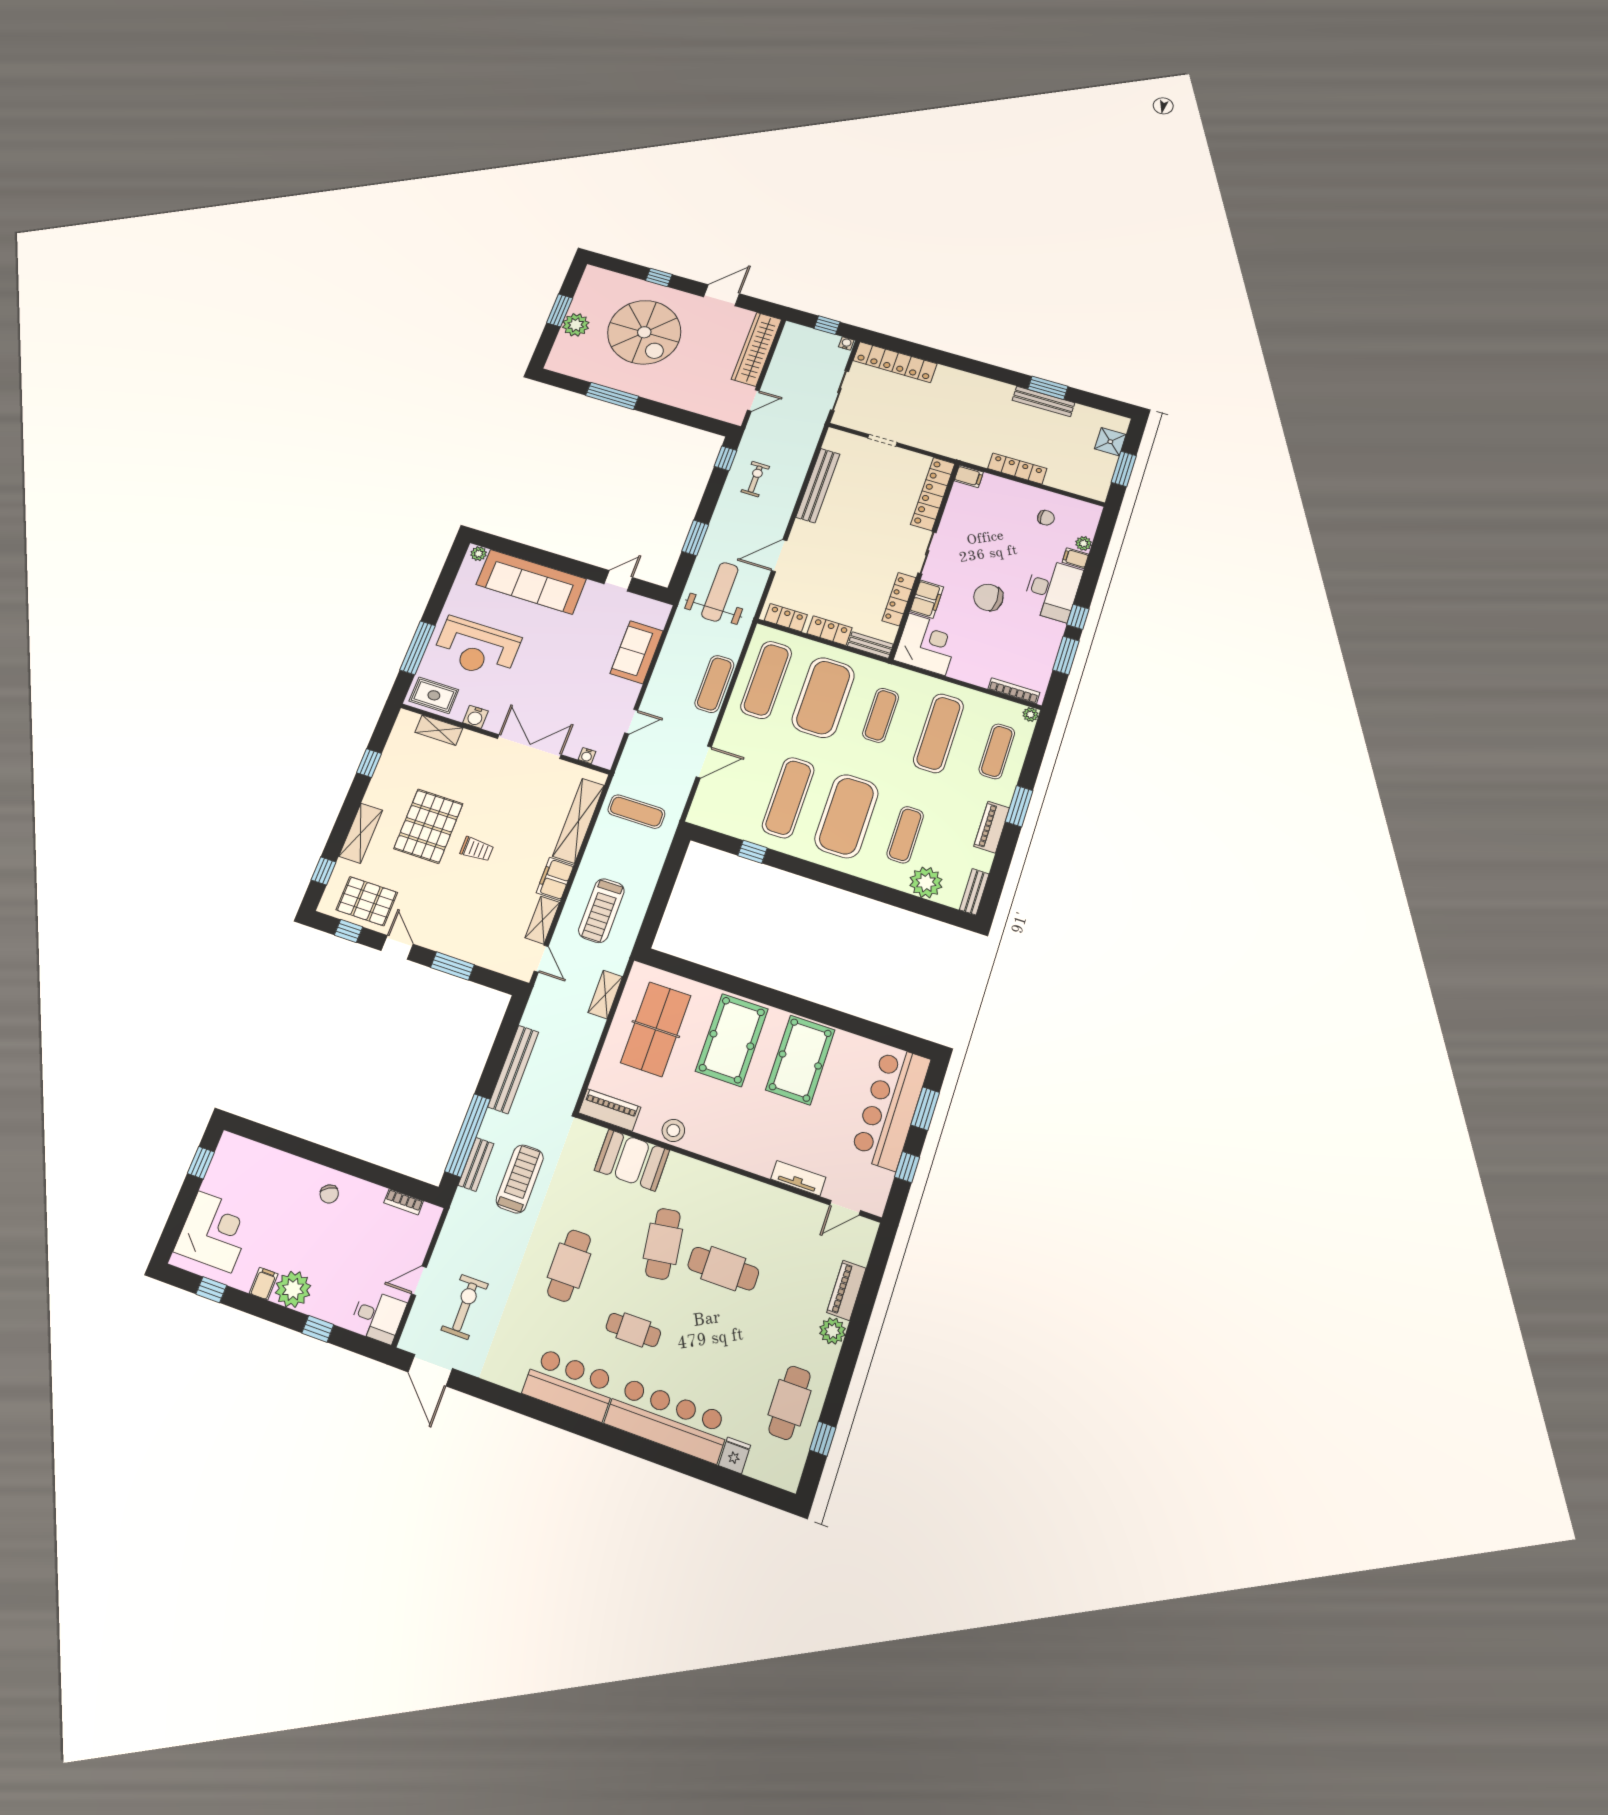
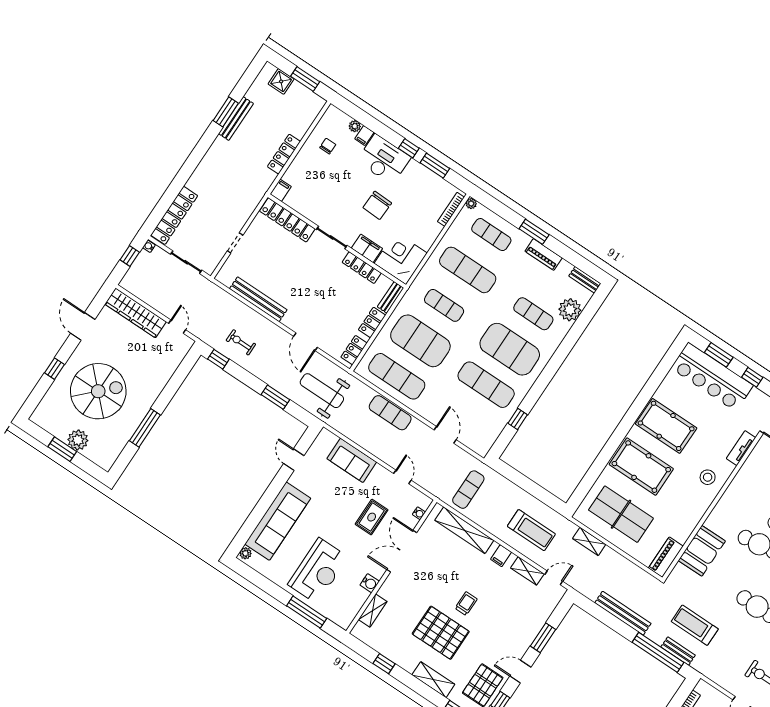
rug: (434, 695) -> (372, 517), moved
filing cabinet: (555, 879) -> (501, 556), width x0.50
stool: (673, 1130) -> (708, 477), moved

